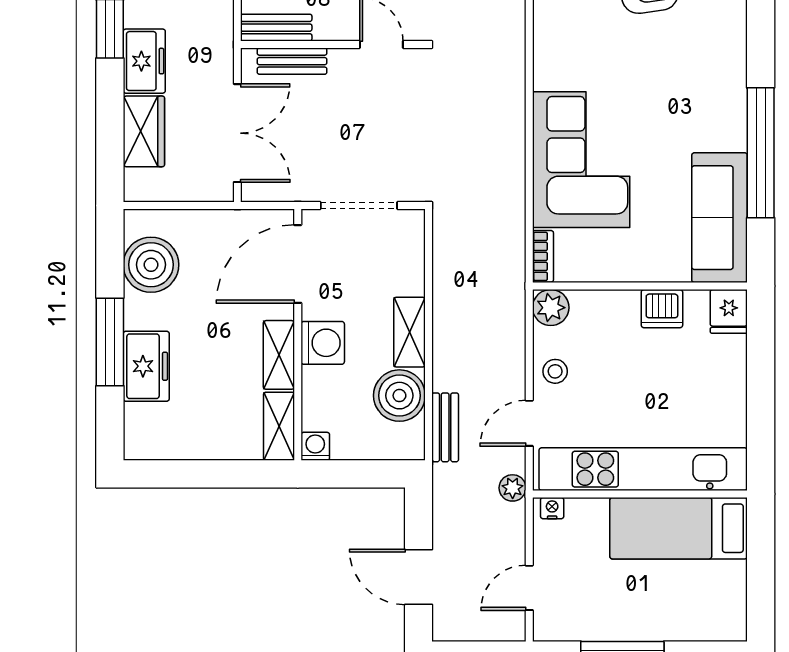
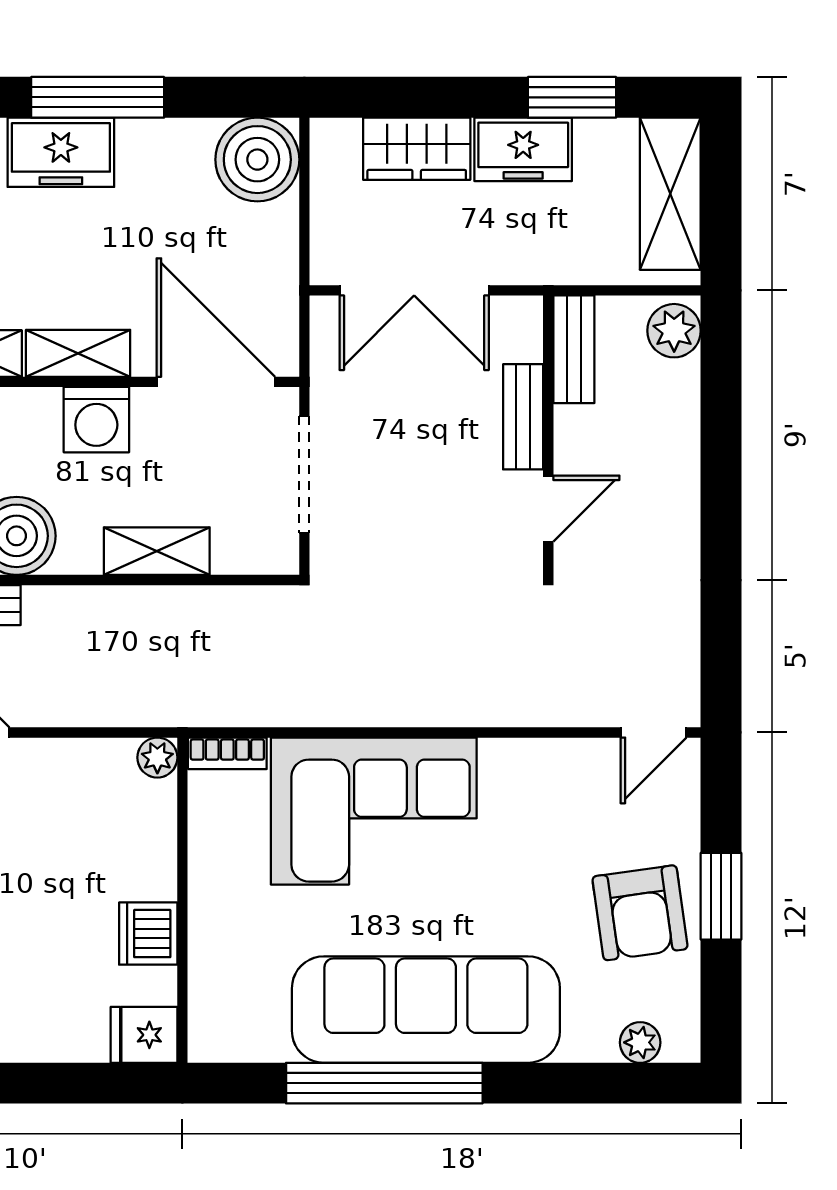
bench: (292, 61) -> (523, 417), moved
sofa: (720, 218) -> (426, 1010), moved, width x1.36, depth x1.27
boiler: (151, 265) -> (257, 160), moved
plant: (551, 308) -> (157, 758), width x0.73, depth x0.73
shelving: (409, 332) -> (157, 551), moved
stool: (555, 371) -> (53, 772), removed

